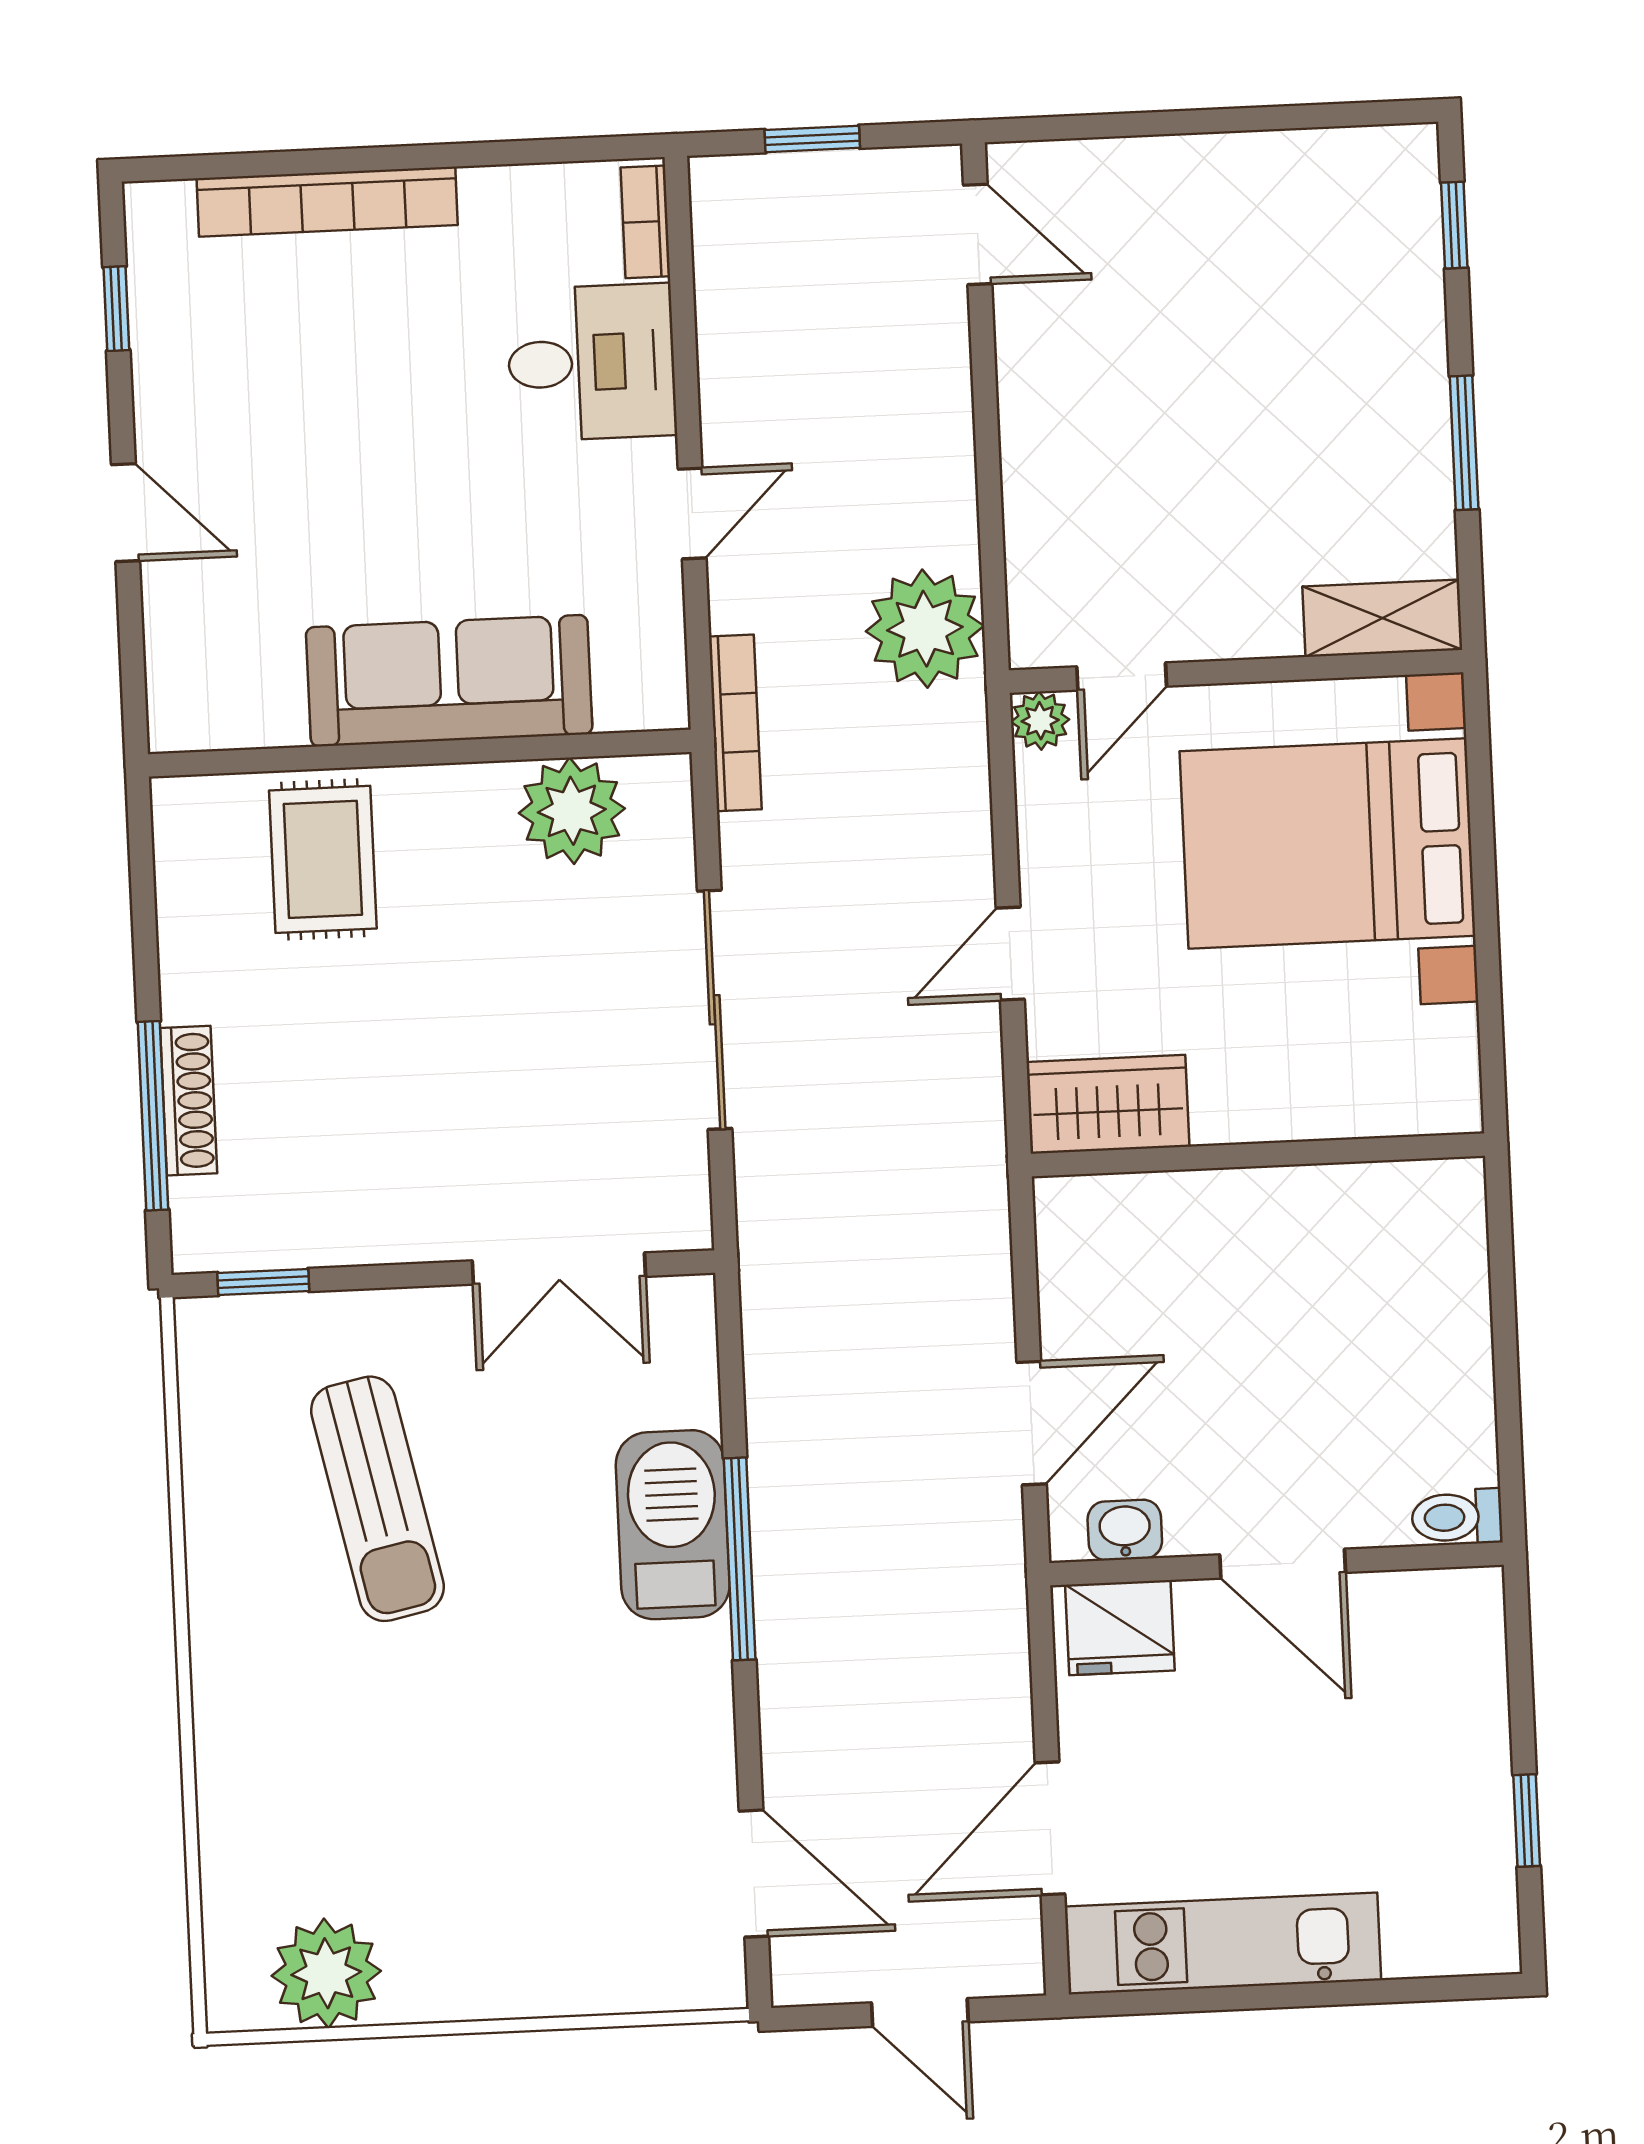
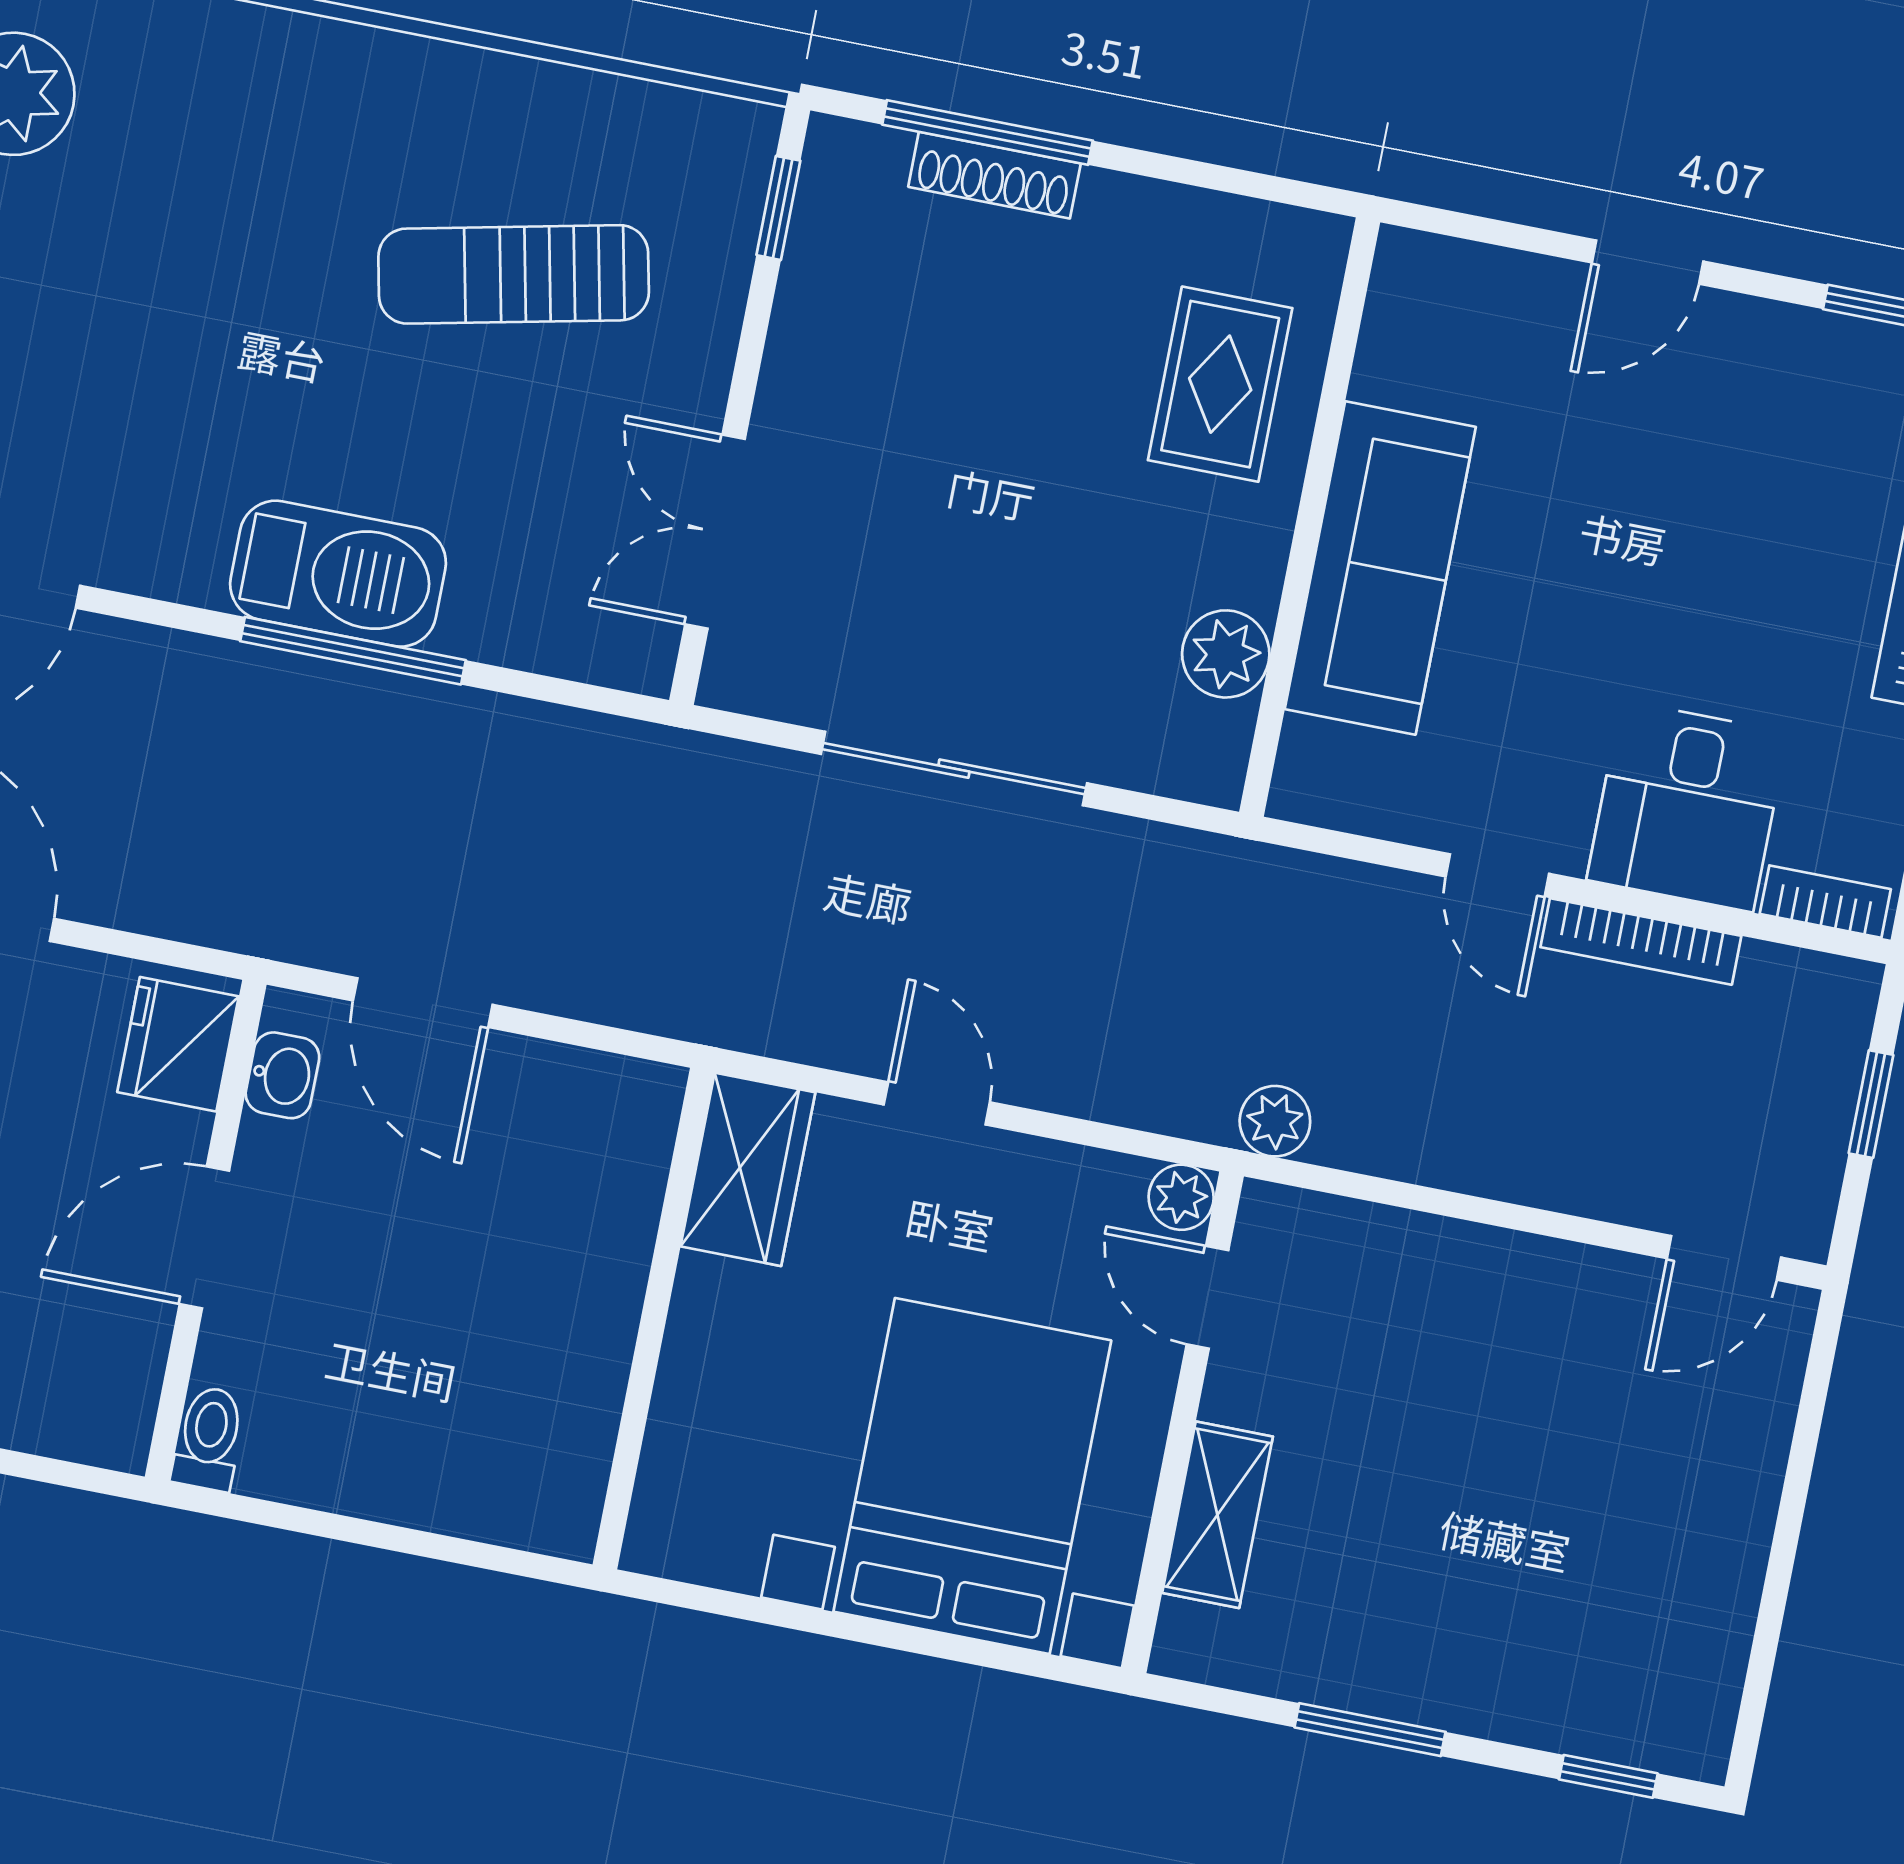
shelving: (1382, 618) -> (1217, 1515), moved
plant: (925, 629) -> (1275, 1121), width x0.53, depth x0.53
bookcase: (735, 723) -> (1641, 941), moved
plant: (572, 811) -> (1226, 654), width x0.73, depth x0.73
rug: (323, 859) -> (1220, 384), turned 90
barbecue: (673, 1525) -> (338, 574), moved

